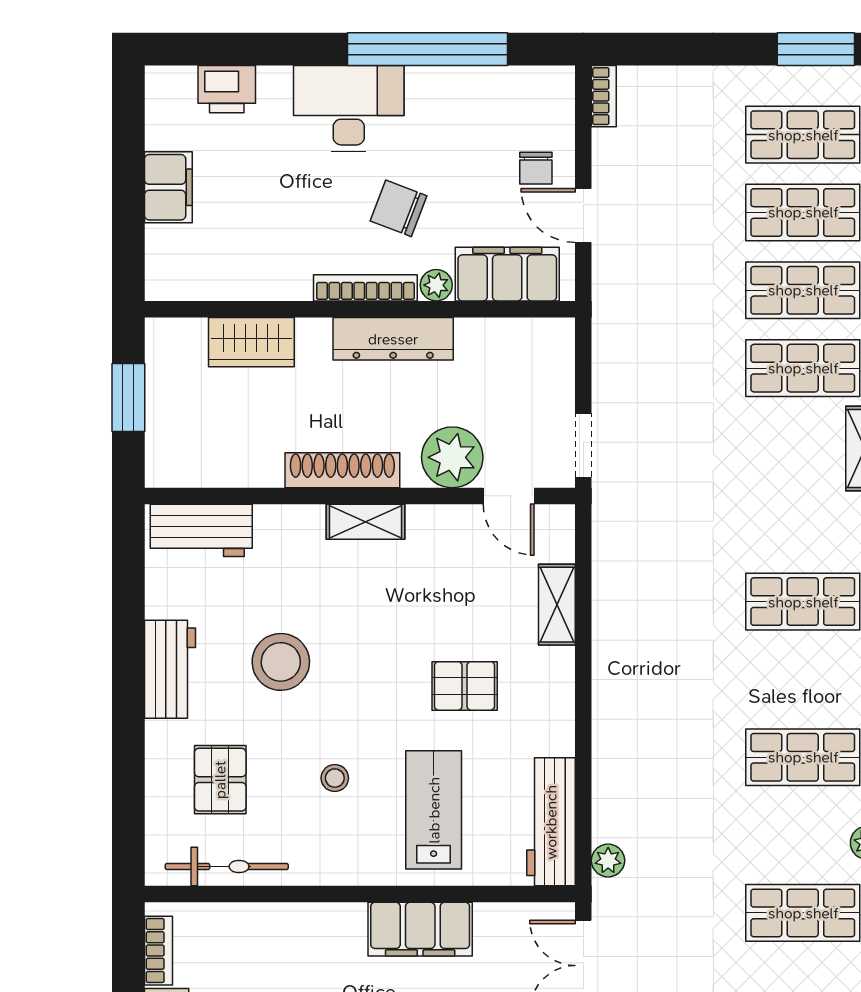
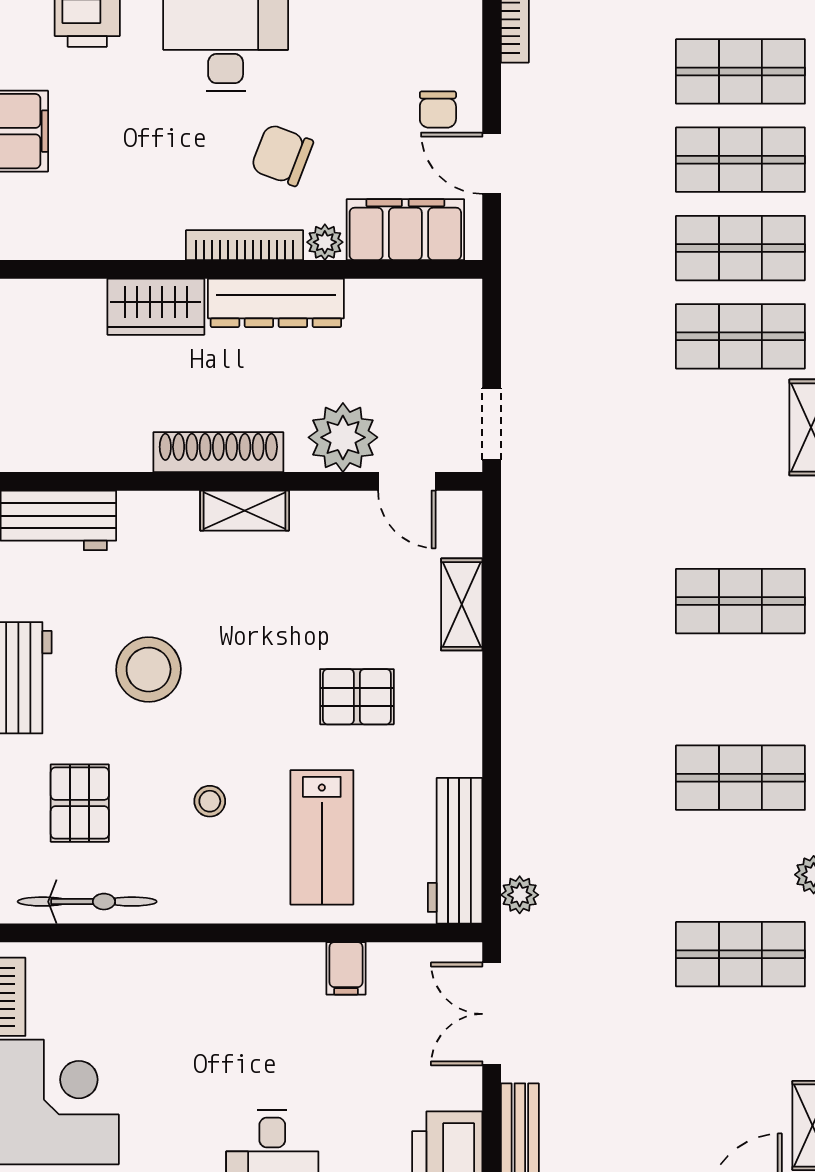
wardrobe: (251, 342) -> (156, 307), moved
lab bench: (434, 810) -> (322, 837), turned 180
filing cabinet: (420, 929) -> (346, 968), width x0.33, depth x0.86

